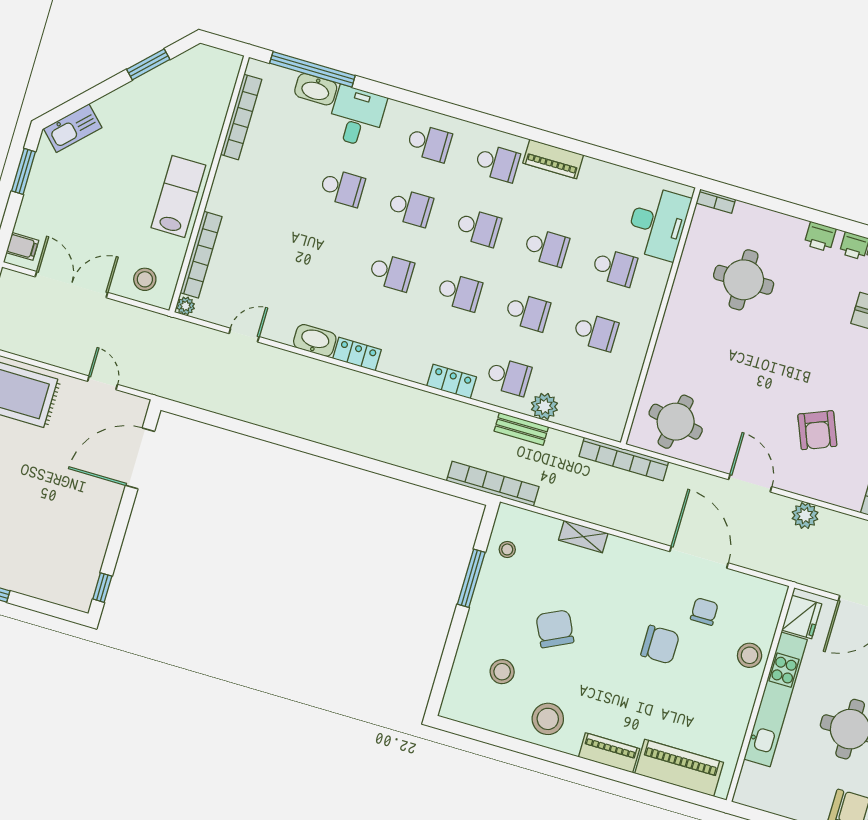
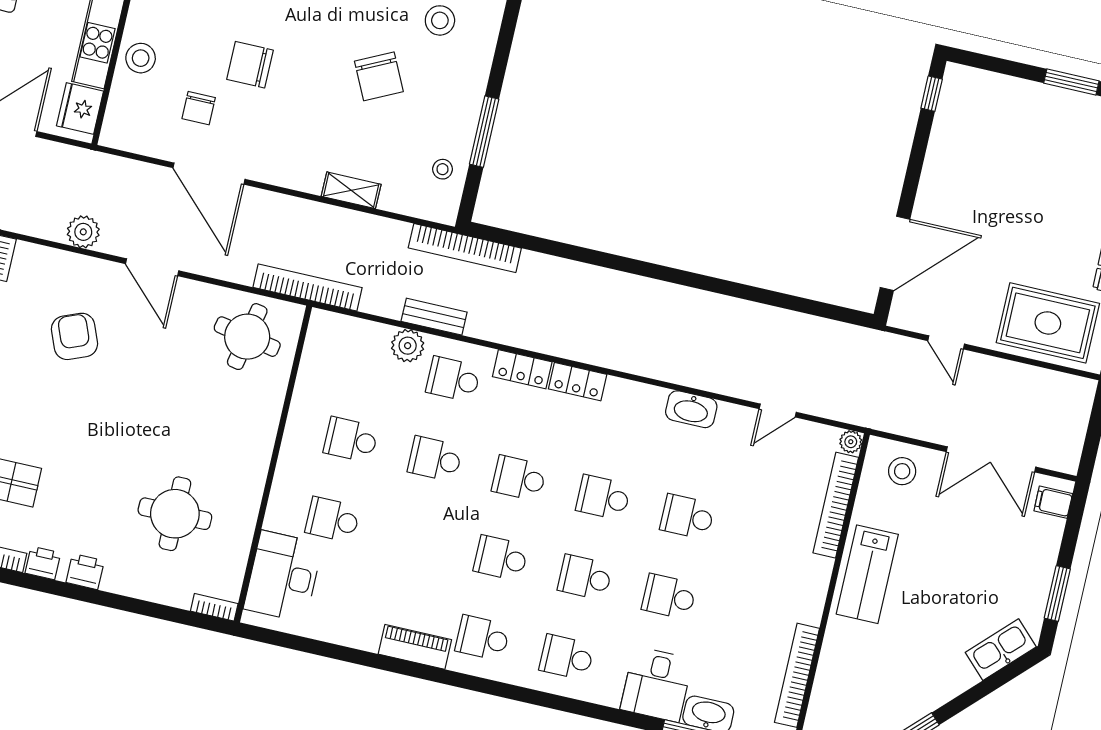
school desk: (546, 247) -> (687, 517), moved
locker: (357, 354) -> (578, 382), moved

